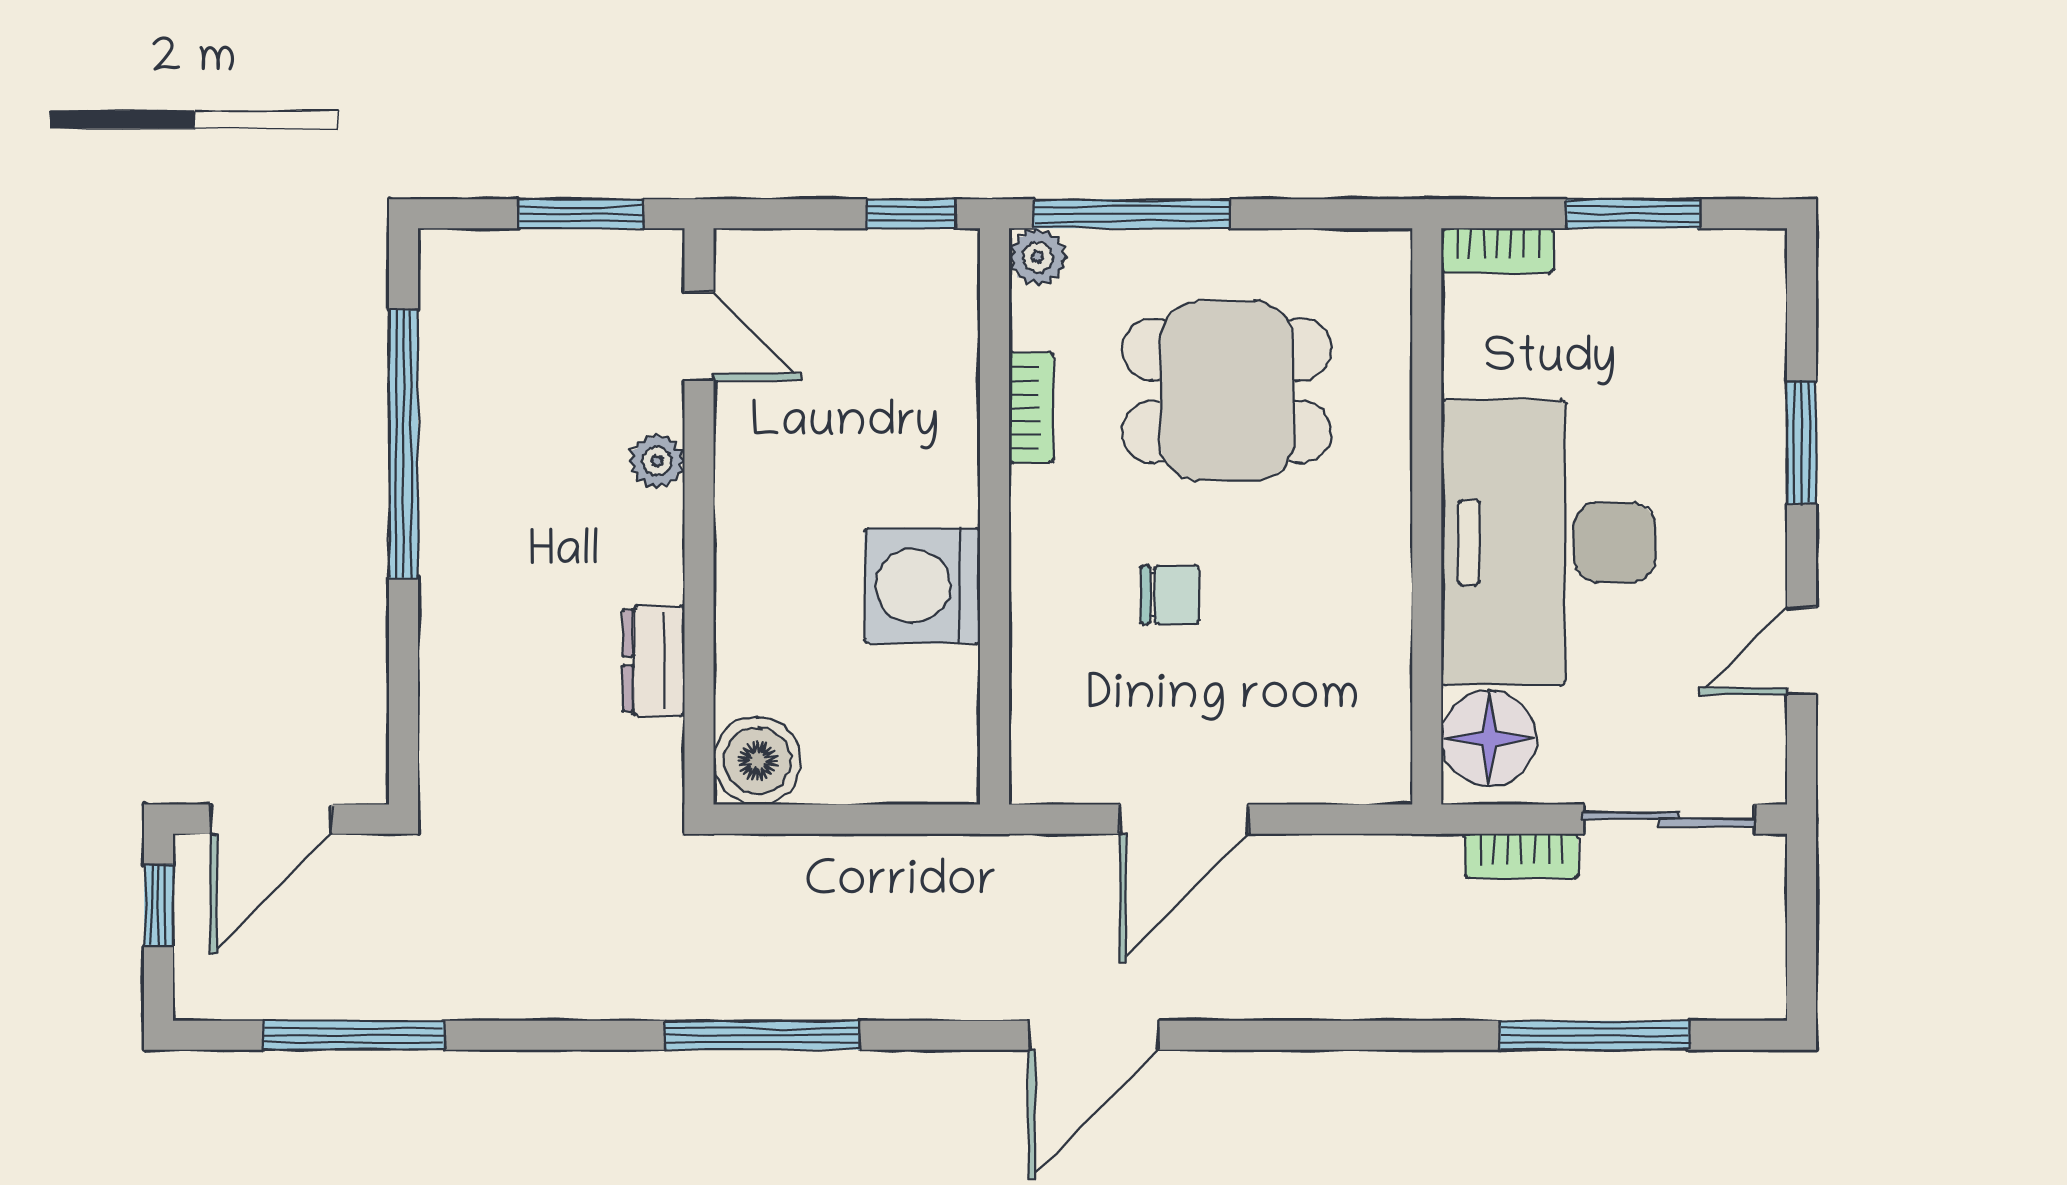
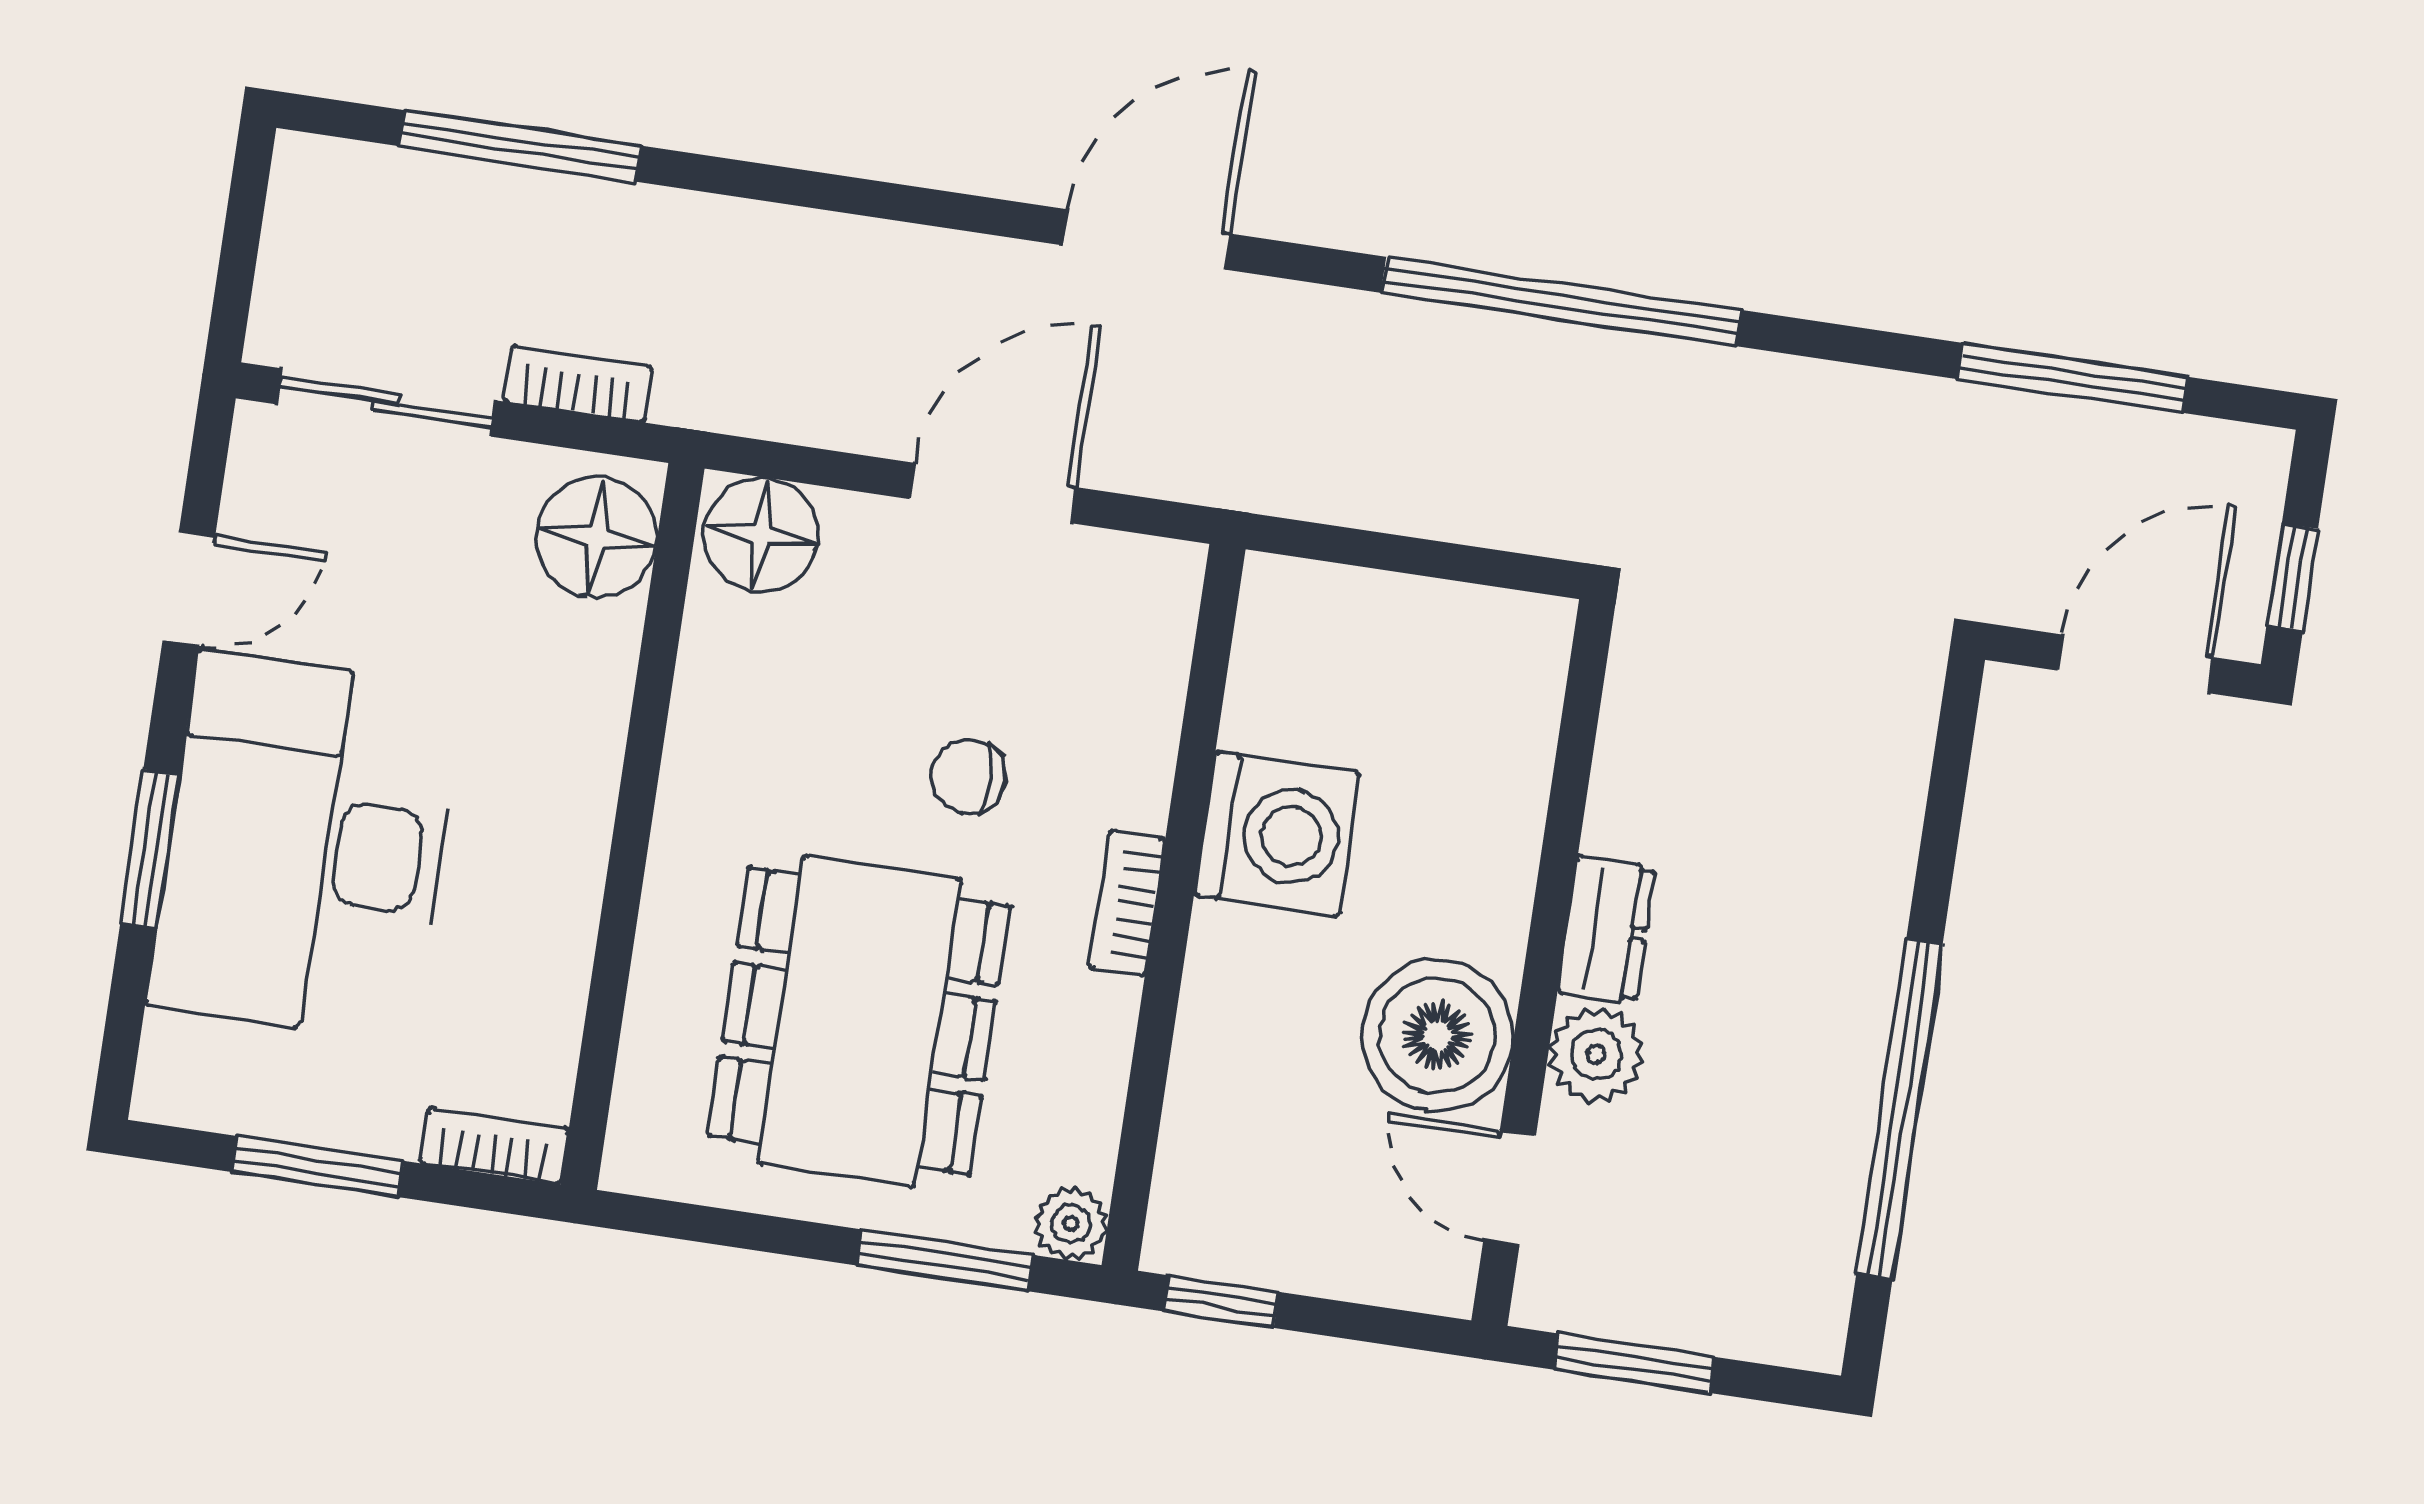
window: (1132, 214) -> (945, 1260), width x0.69
dining table: (1227, 391) -> (859, 1021), width x1.38
bookcase: (1031, 408) -> (1127, 903), moved
plant: (657, 461) -> (1596, 1054), width x1.38, depth x1.38
desk: (1548, 542) -> (305, 847), moved, turned 180
dresser: (654, 661) -> (1606, 930), moved
floor lamp: (1361, 760) -> (761, 535), added
boiler: (757, 761) -> (1437, 1036), moved, width x1.37, depth x1.37
window: (762, 1035) -> (1561, 301), width x1.46

